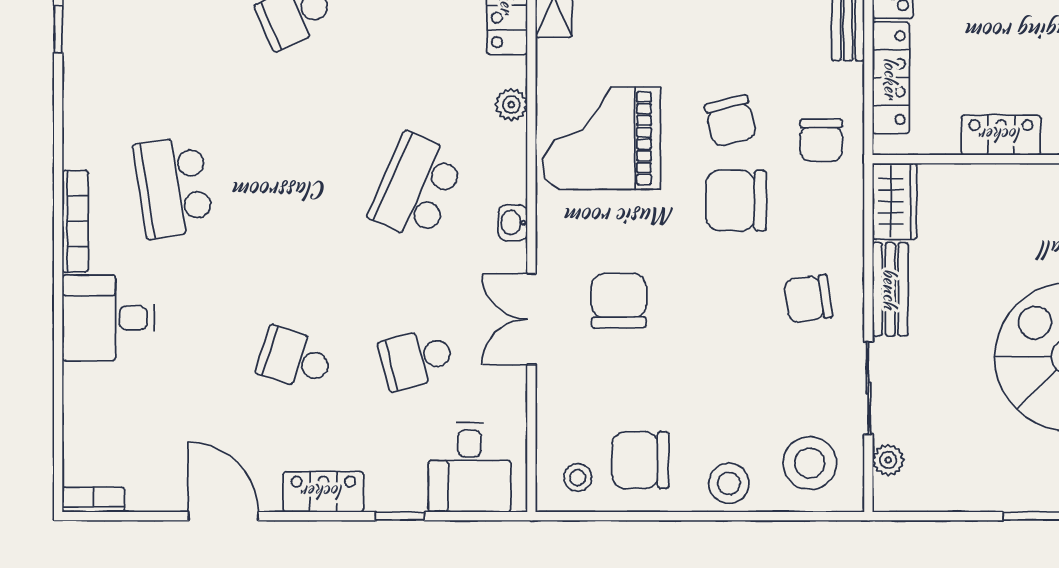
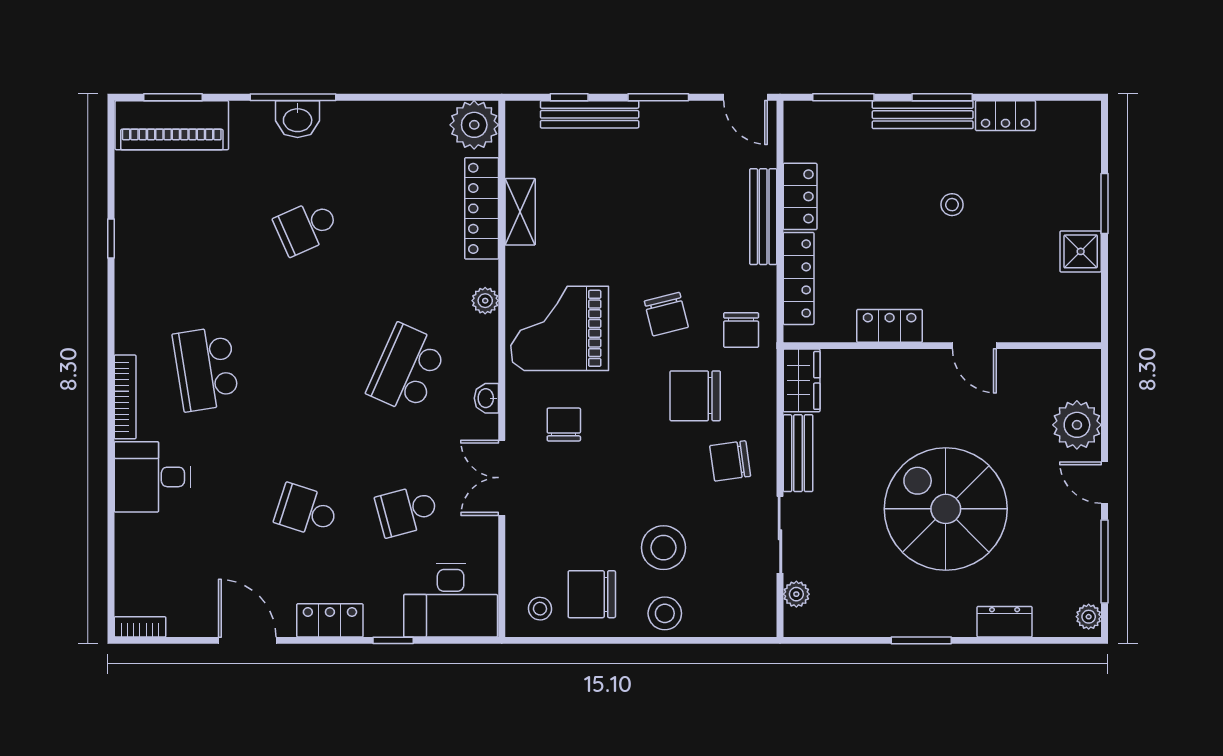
chair: (736, 201) -> (695, 396), moved
chair: (619, 301) -> (564, 425), moved, width x0.73, depth x0.73
stool: (810, 463) -> (663, 548), moved
desk: (469, 467) -> (451, 600), width x1.37

